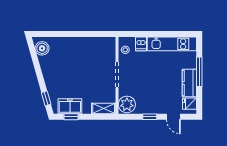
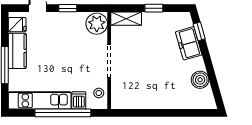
window: (154, 34) -> (63, 113), added
boiler: (42, 48) -> (200, 80), moved
freezer: (70, 106) -> (189, 43), moved, turned 74
window: (71, 117) -> (154, 8), moved

